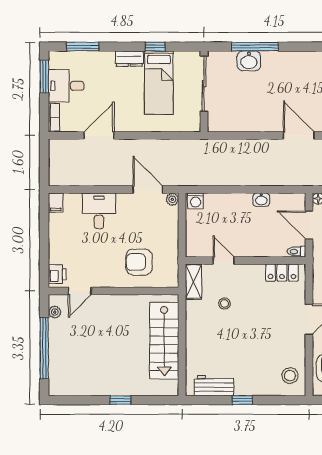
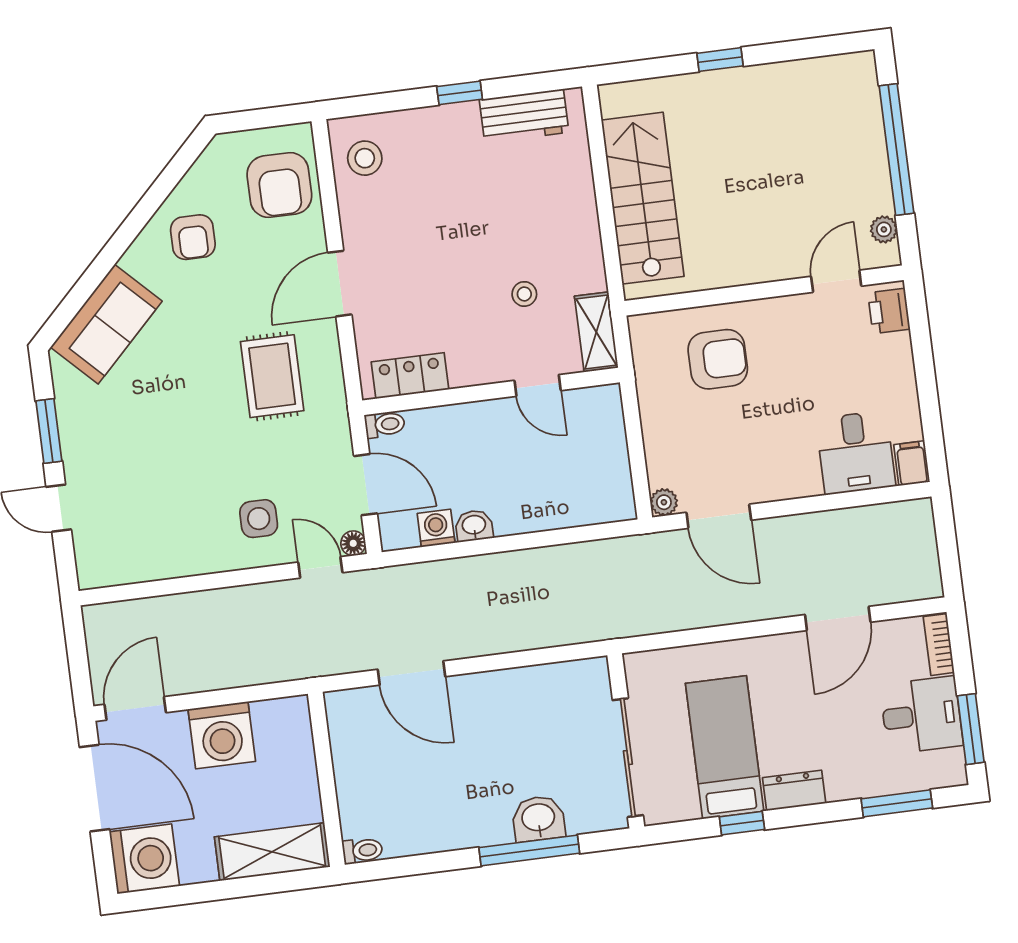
washing machine: (195, 201) -> (436, 528), moved
desk: (99, 211) -> (856, 453), moved

